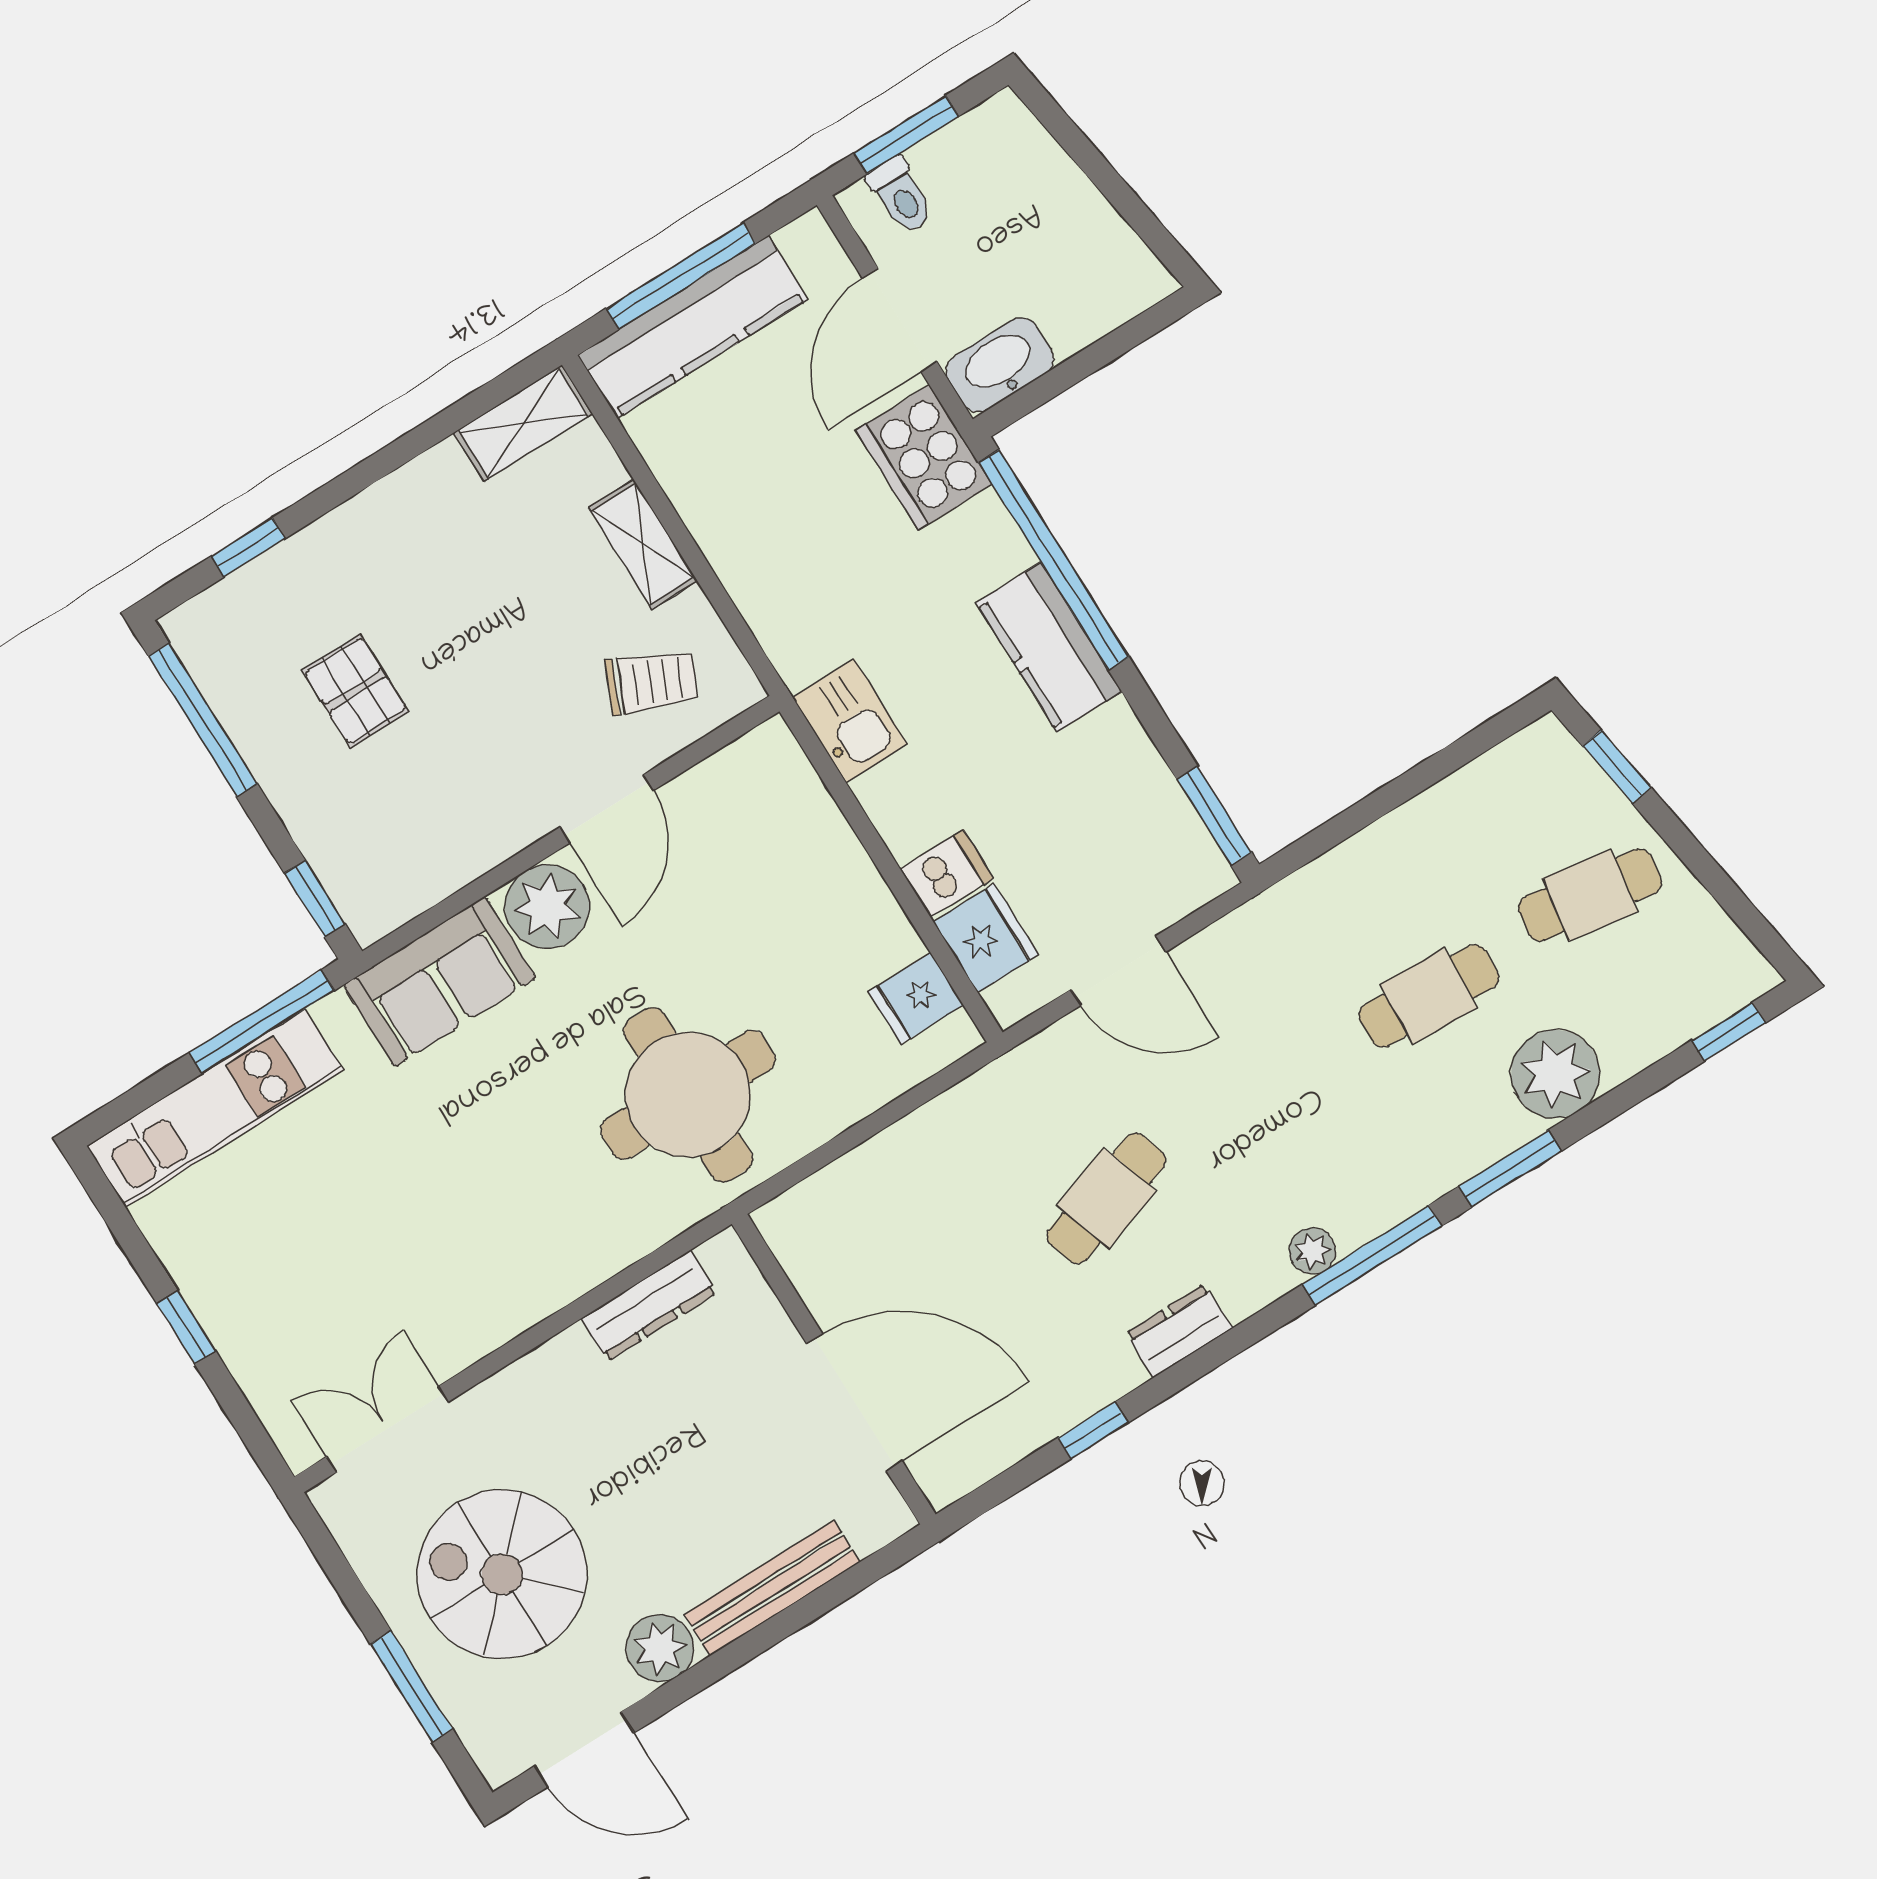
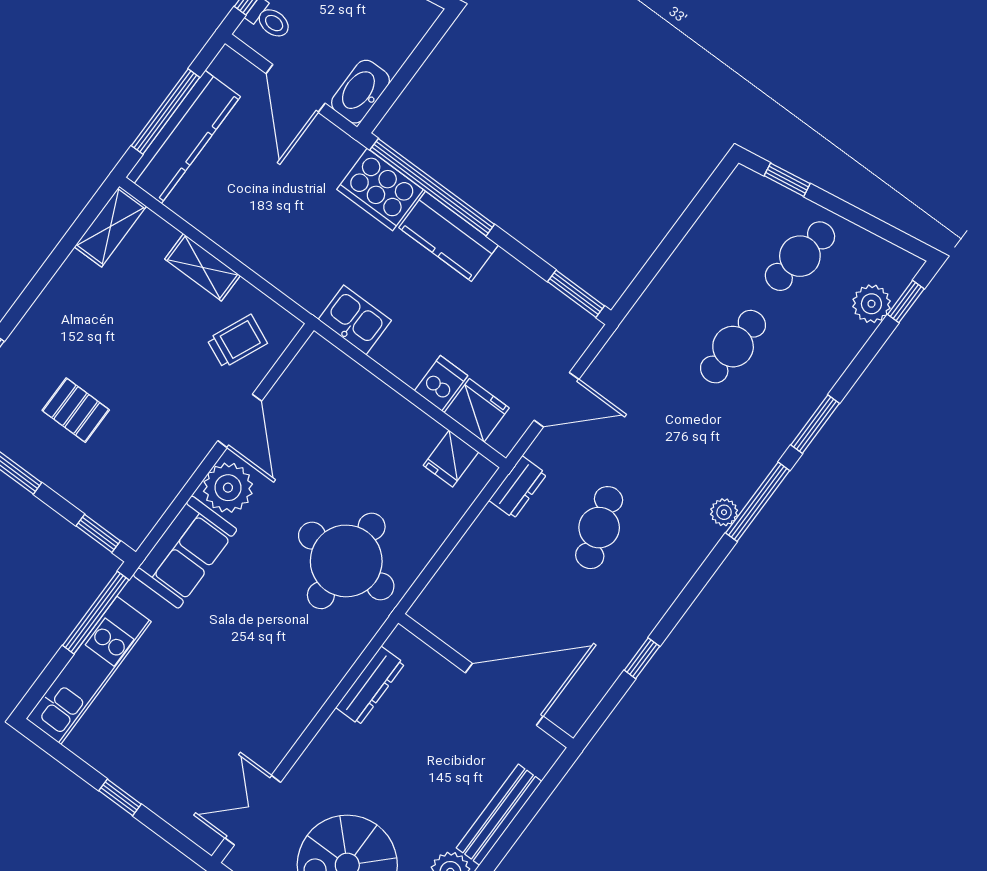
cooker: (924, 457) -> (380, 189), moved
plant: (1555, 1074) -> (871, 304), moved, width x0.73, depth x0.73
dresser: (1179, 1331) -> (518, 487), moved, turned 180

